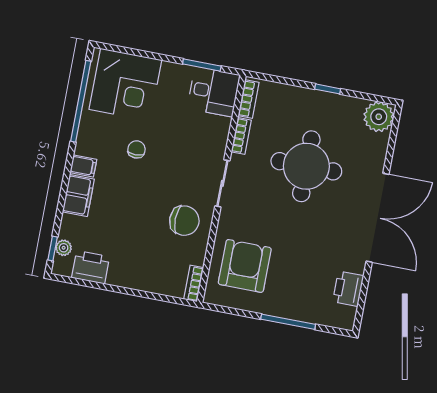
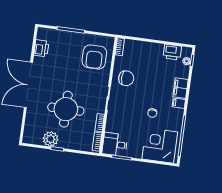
plant: (379, 117) -> (51, 139), moved
chair: (184, 221) -> (126, 78), turned 180

